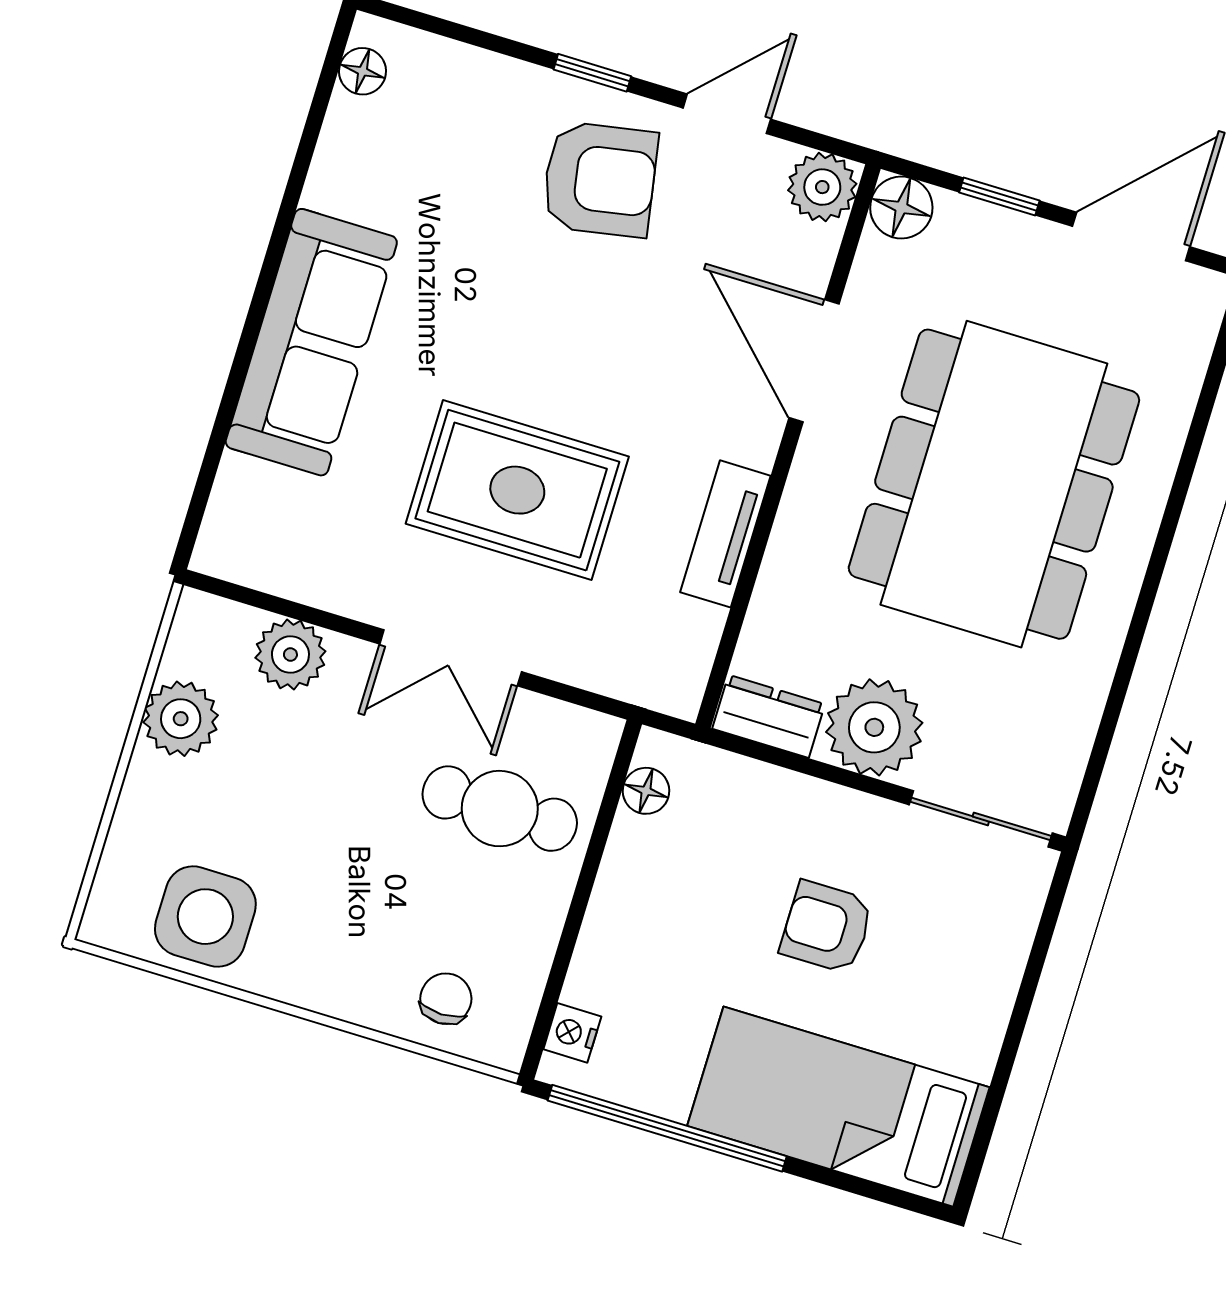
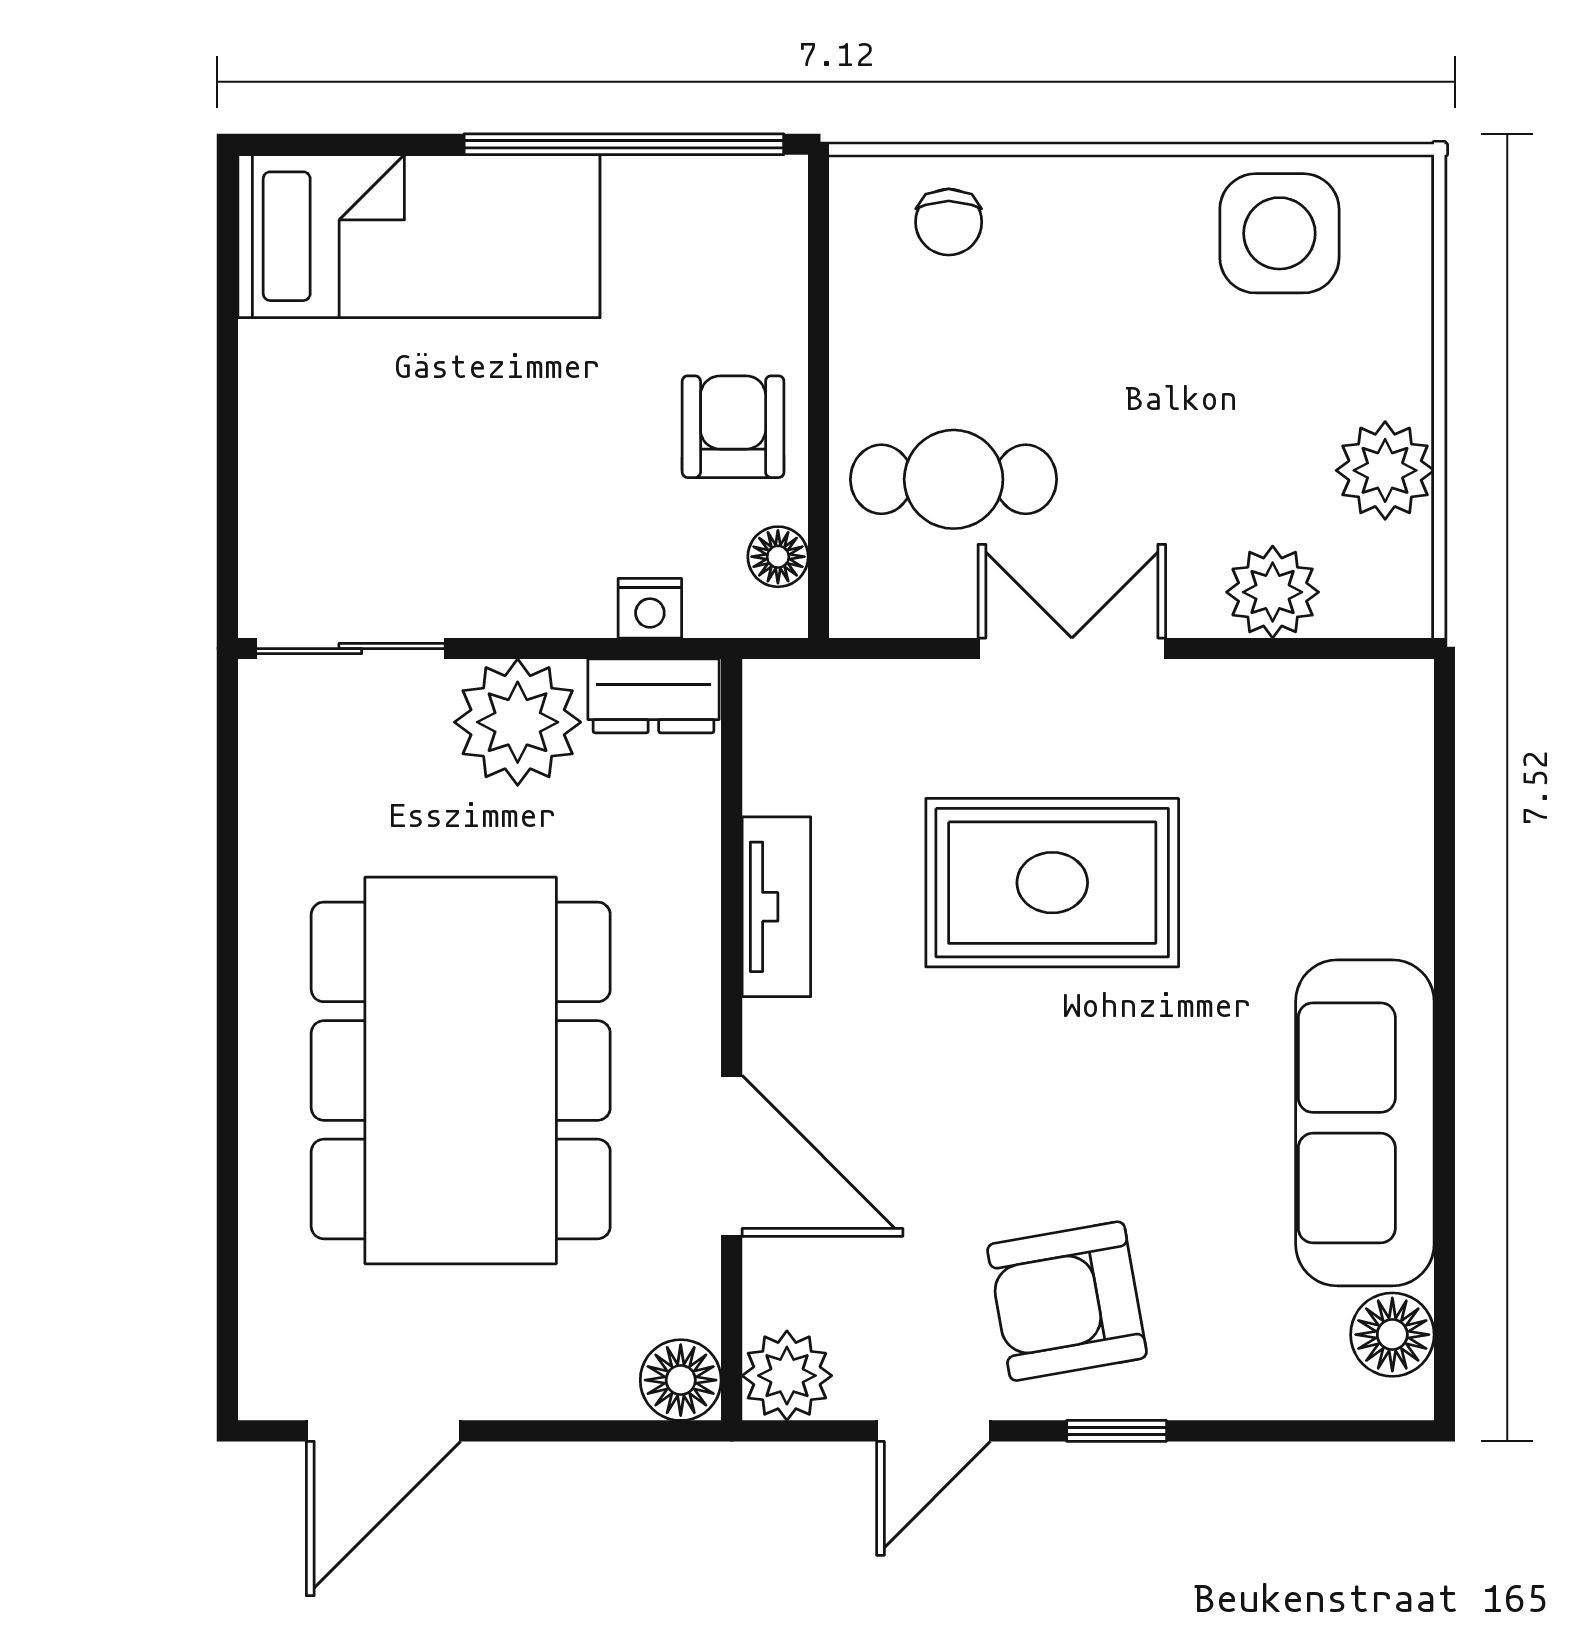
floor lamp: (362, 71) -> (1392, 1335), width x1.37, depth x1.37
window: (999, 196) -> (563, 1431), removed
sofa: (311, 342) -> (1365, 1123), moved
armchair: (827, 927) -> (733, 427), moved, turned -90
nightstand: (572, 1033) -> (650, 608), moved, turned 90

